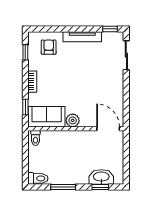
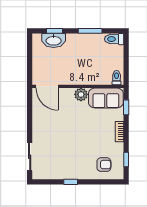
window: (110, 29) -> (71, 182), moved
tv unit: (82, 37) -> (72, 175), removed
armchair: (49, 47) -> (104, 165), turned -90

